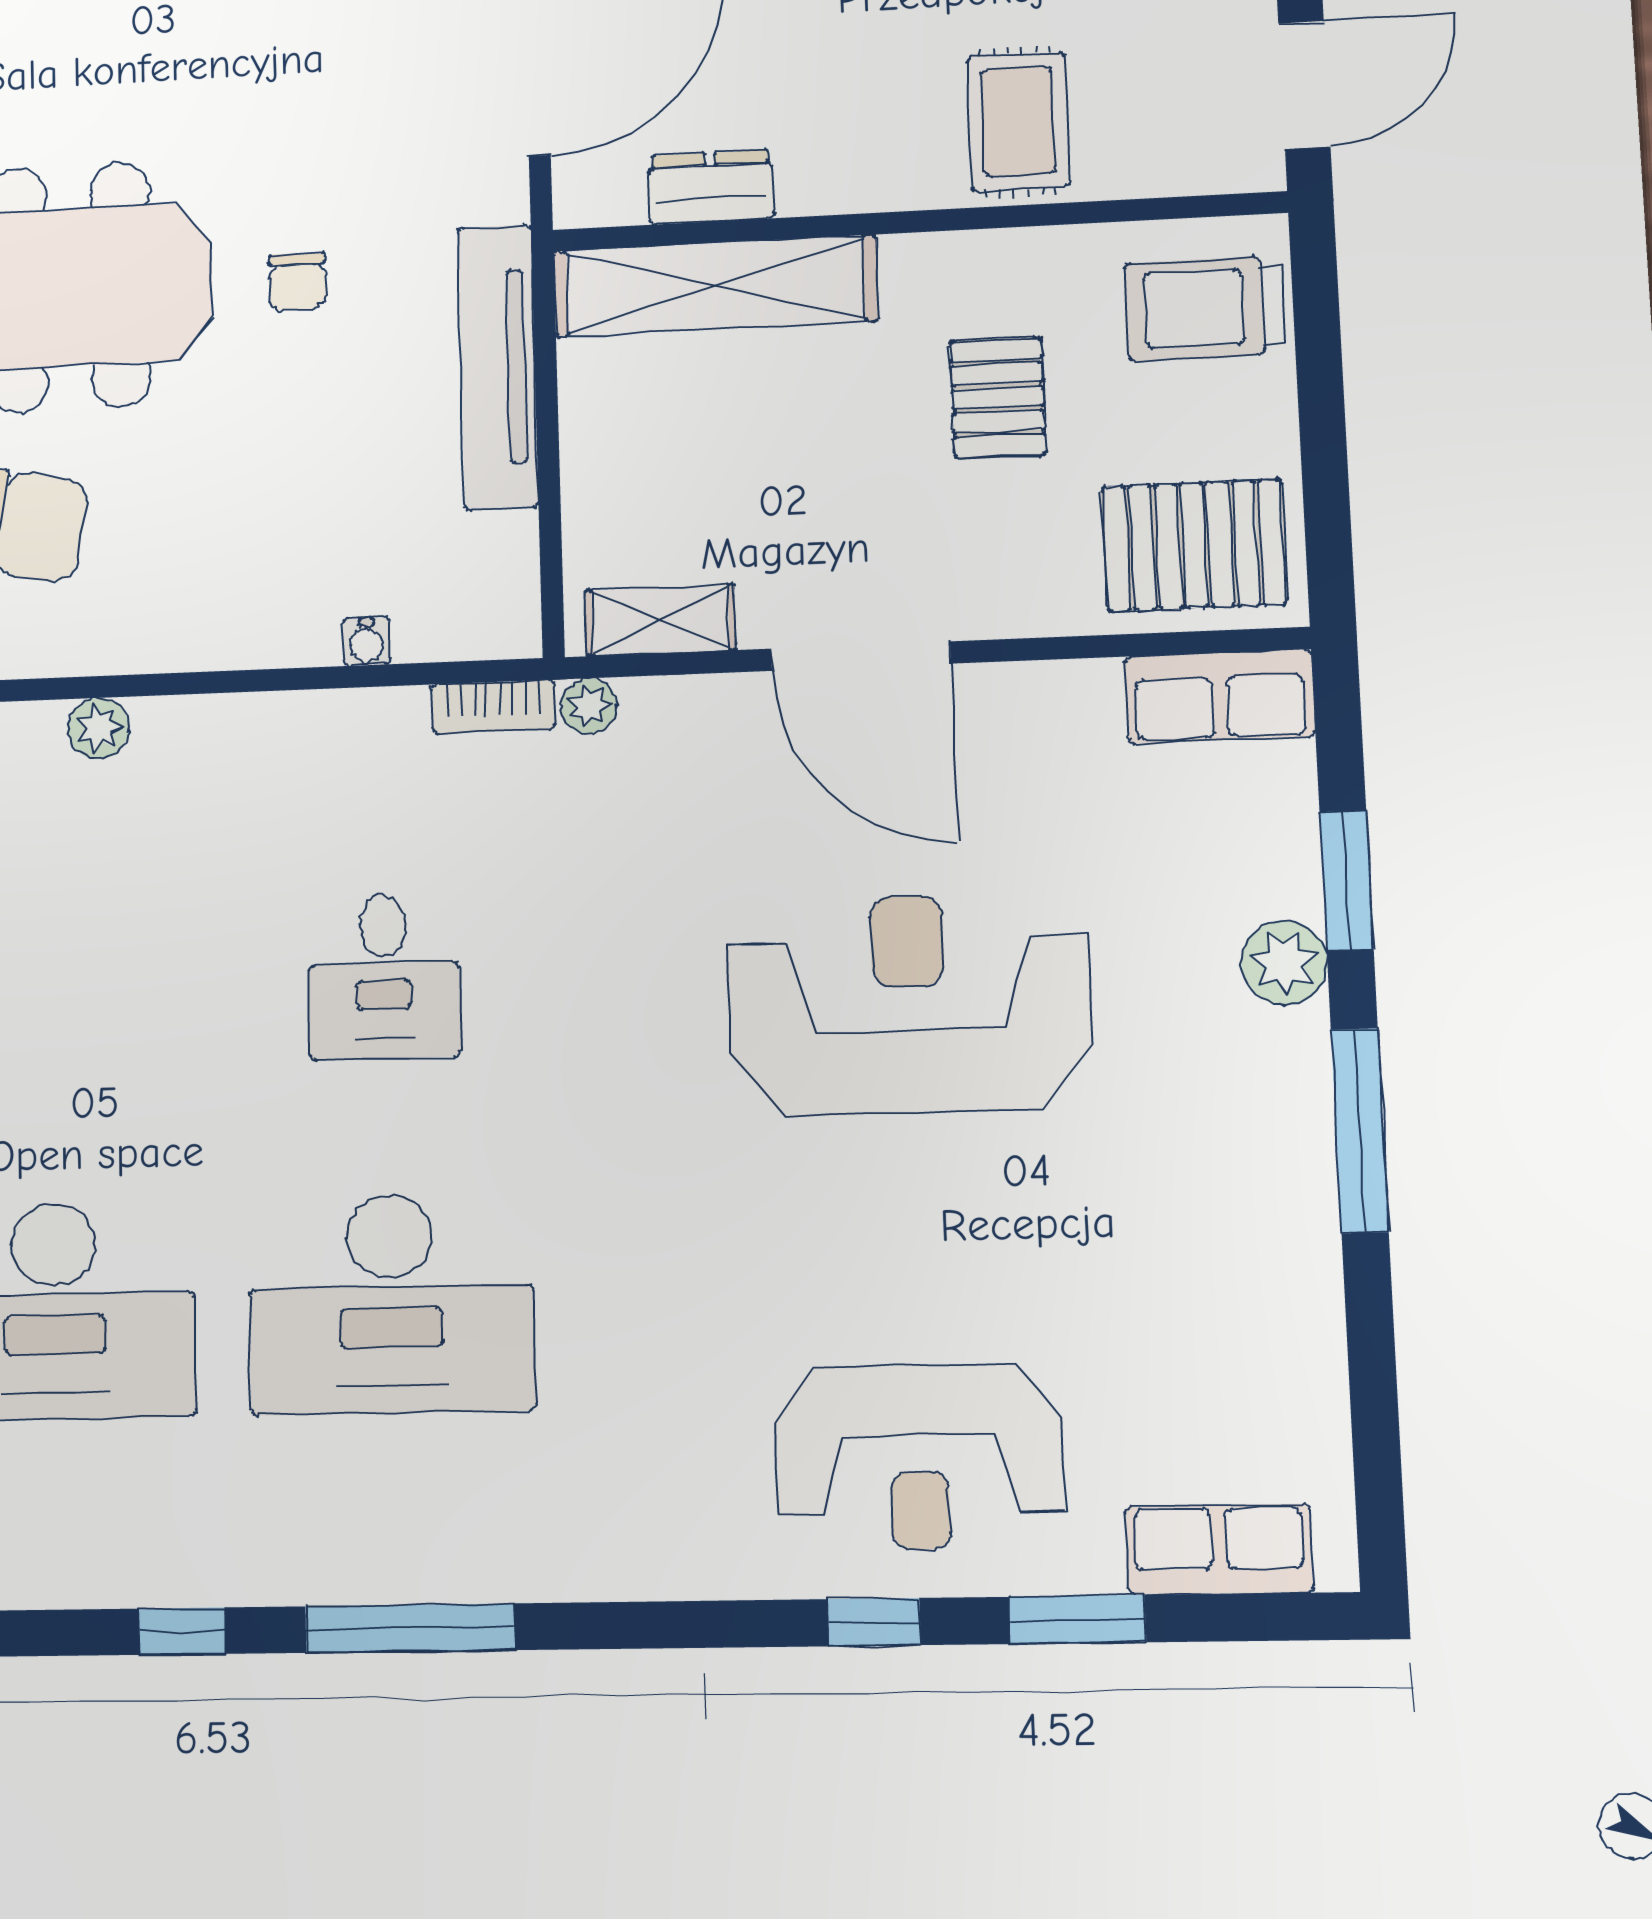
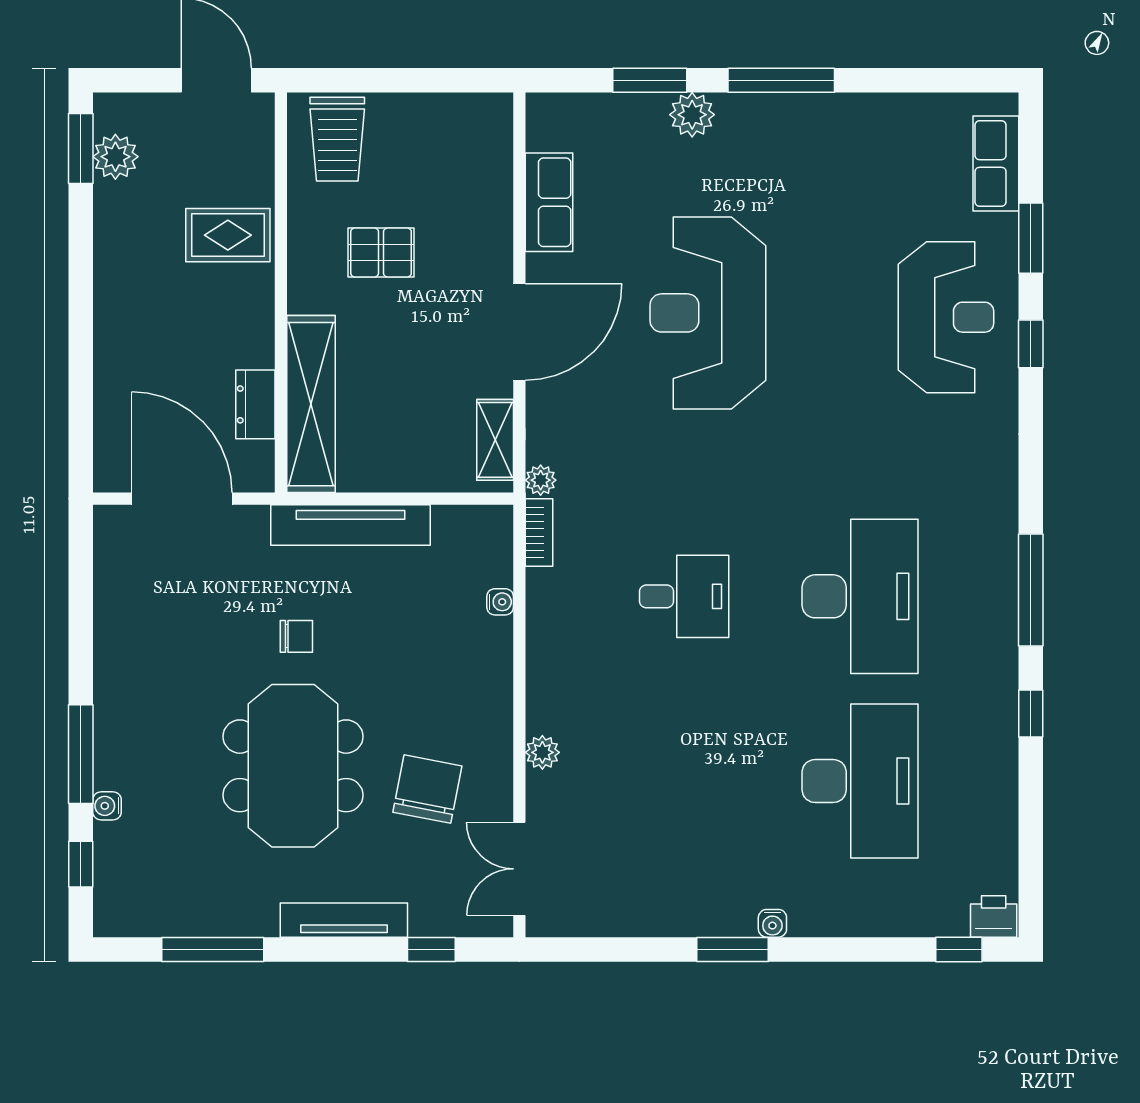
pallet: (1194, 545) -> (467, 151), removed
row of seats: (1220, 697) -> (549, 202), moved

